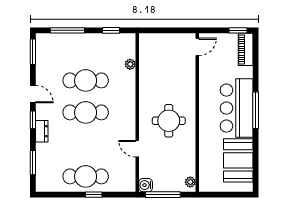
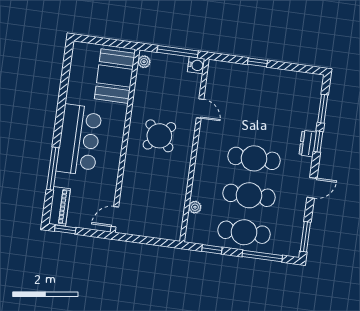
door: (33, 94) -> (312, 188), swing flipped
window: (256, 110) -> (53, 169), moved
window: (33, 120) -> (318, 141), moved
round table: (169, 121) -> (159, 136), turned 45
booth: (238, 160) -> (115, 76), moved
cafe table: (86, 176) -> (244, 232), moved

